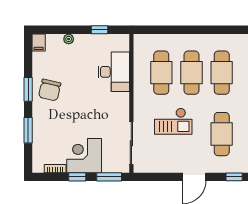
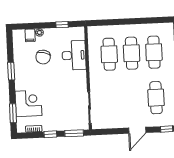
filing cabinet: (39, 42) -> (30, 35), moved
chair: (50, 90) -> (43, 57), moved
checkout: (173, 121) -> (120, 90), removed
window: (28, 130) -> (13, 113), moved
corner desk: (84, 156) -> (28, 103), moved, turned 90

